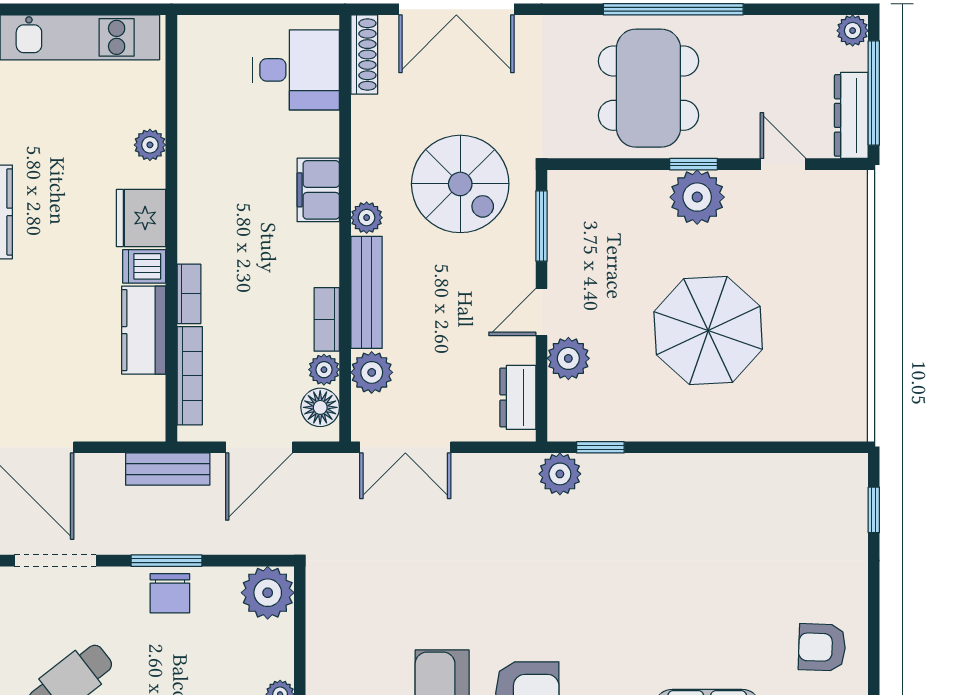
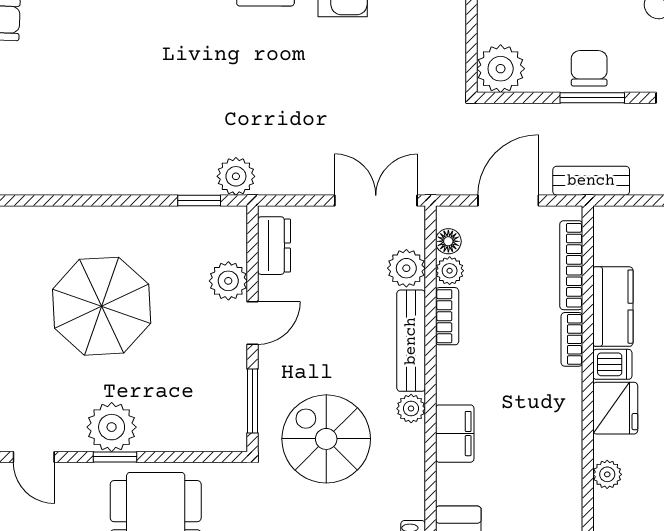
floor lamp: (320, 407) -> (448, 241), width x0.73, depth x0.73

